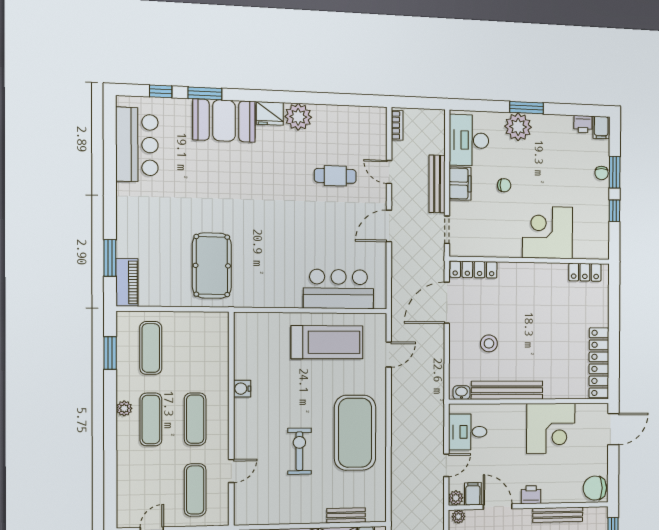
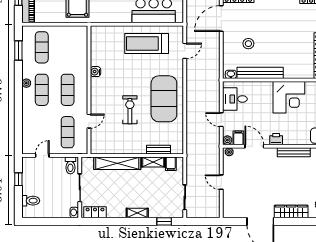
treadmill: (327, 342) -> (147, 43), turned 180
door: (446, 465) -> (221, 120), swing flipped

